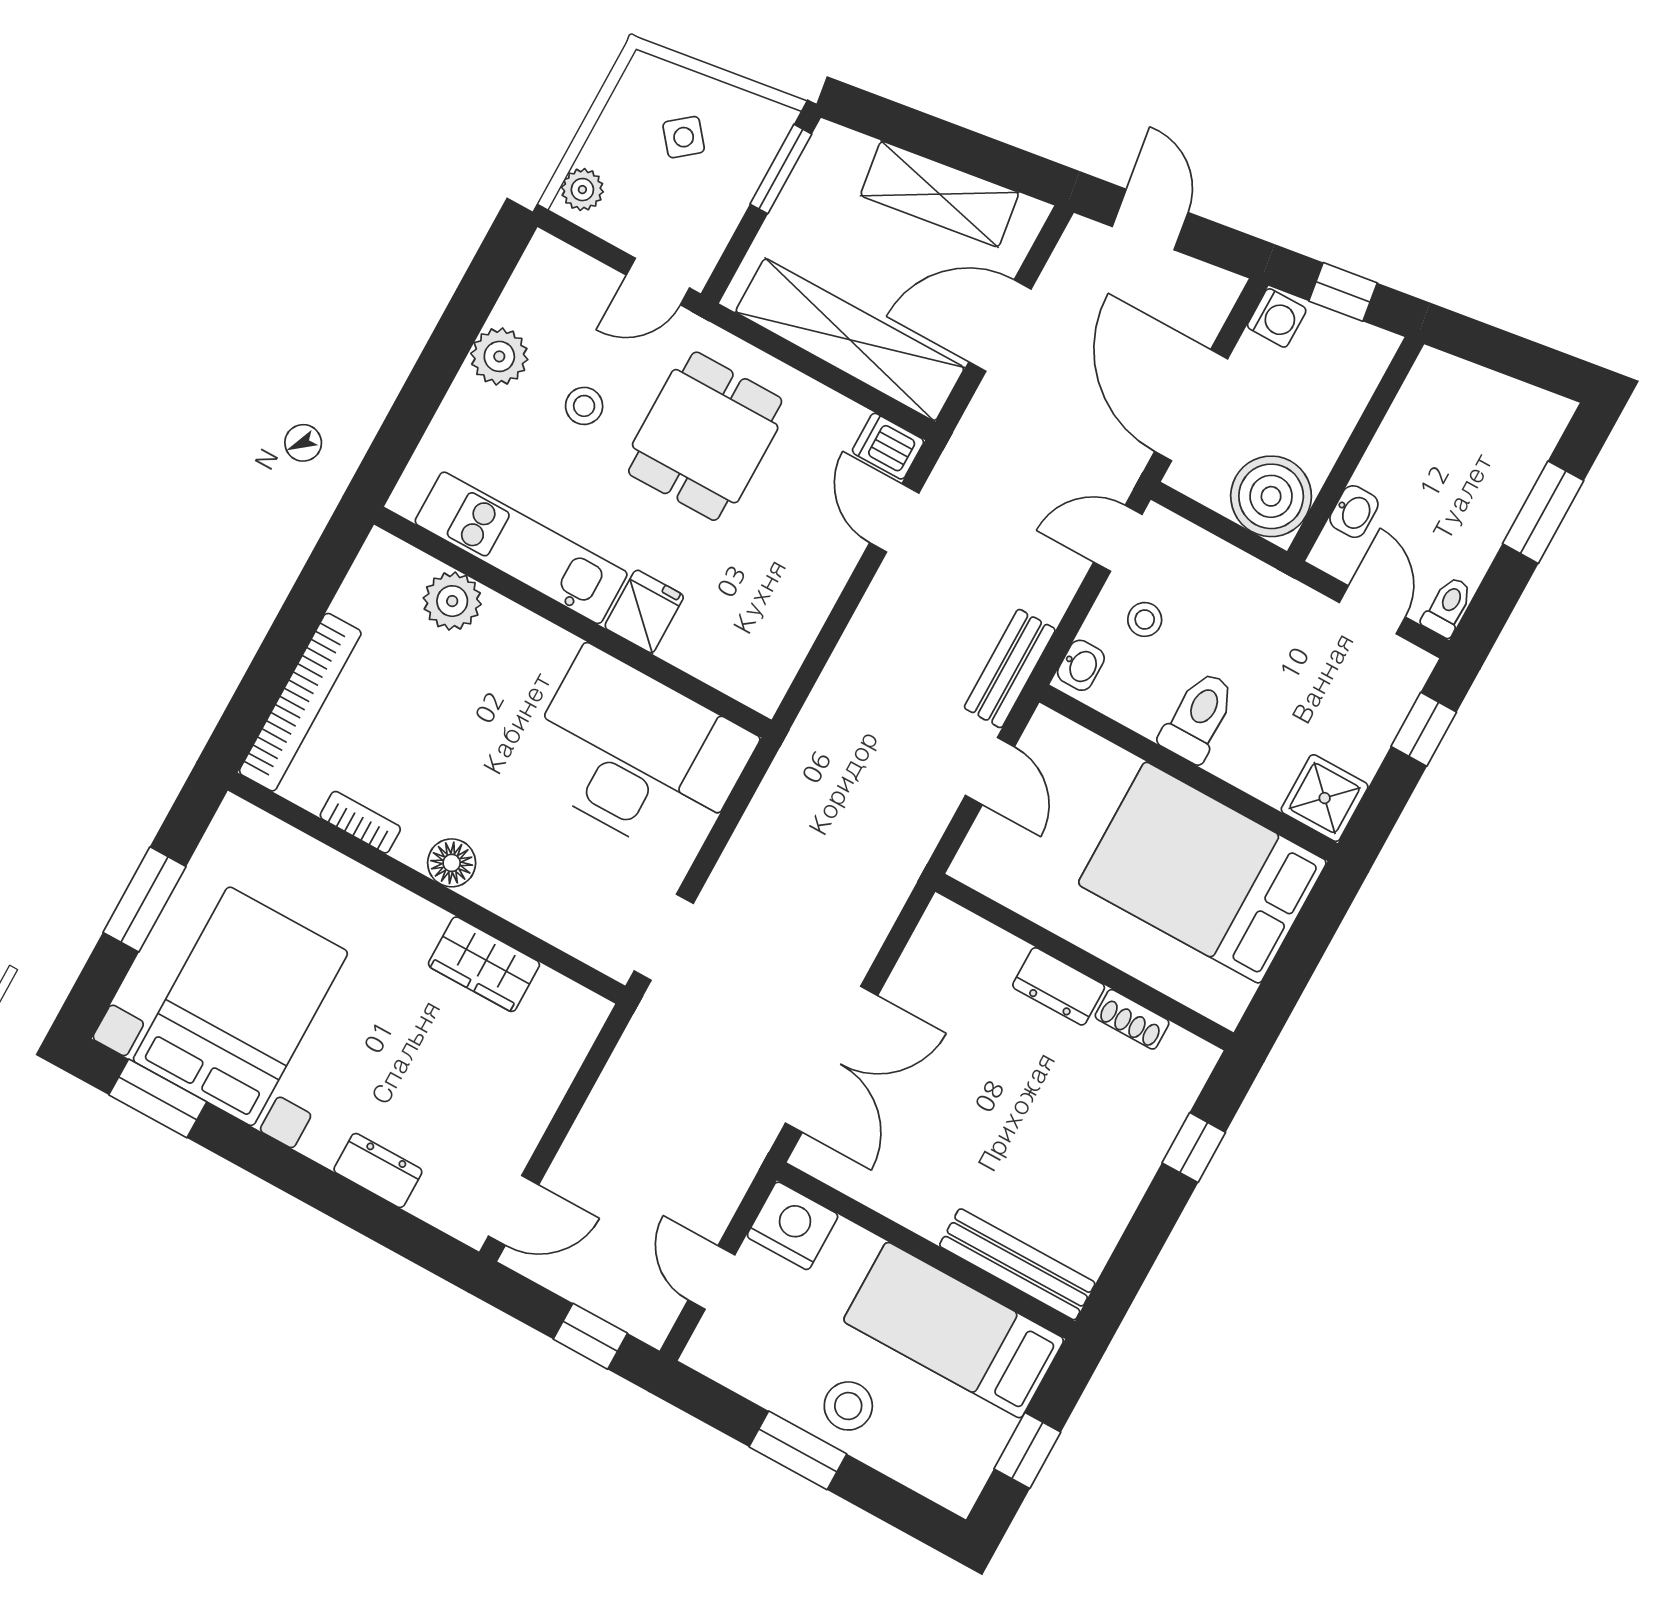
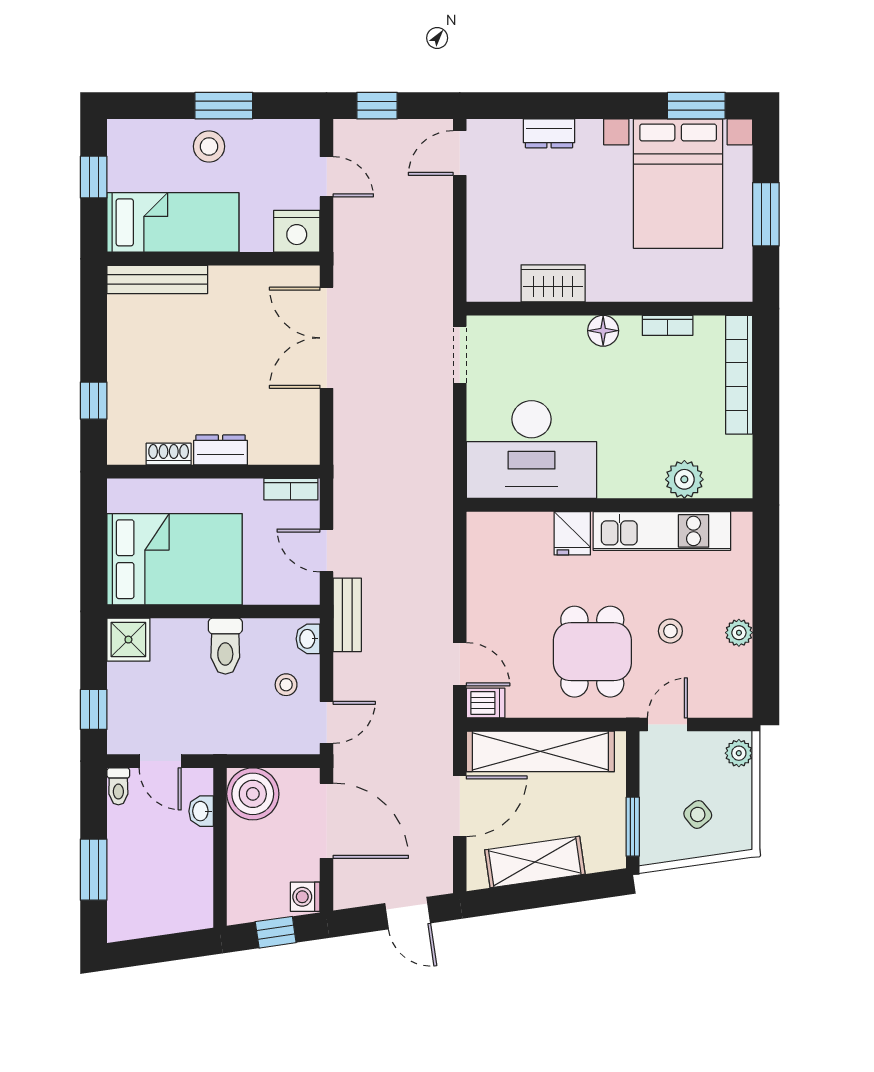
plant: (499, 356) -> (739, 633), width x0.73, depth x0.73
bookcase: (992, 881) -> (291, 489), added

